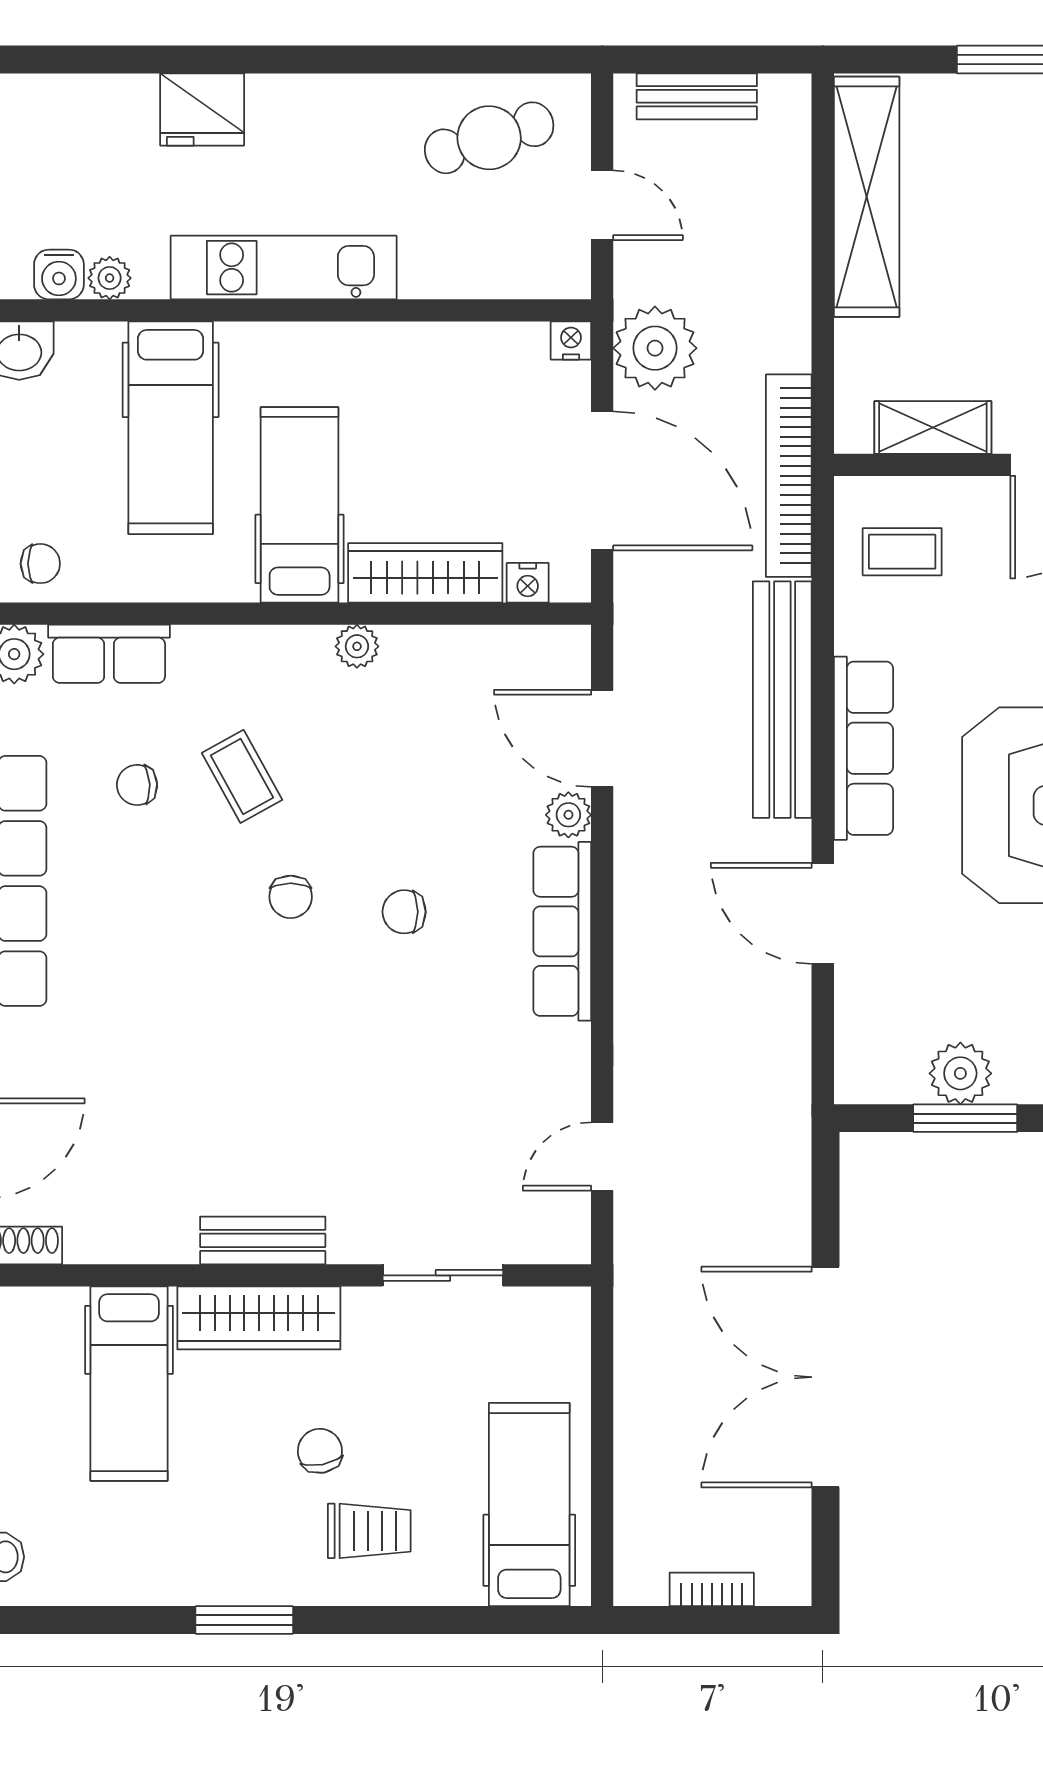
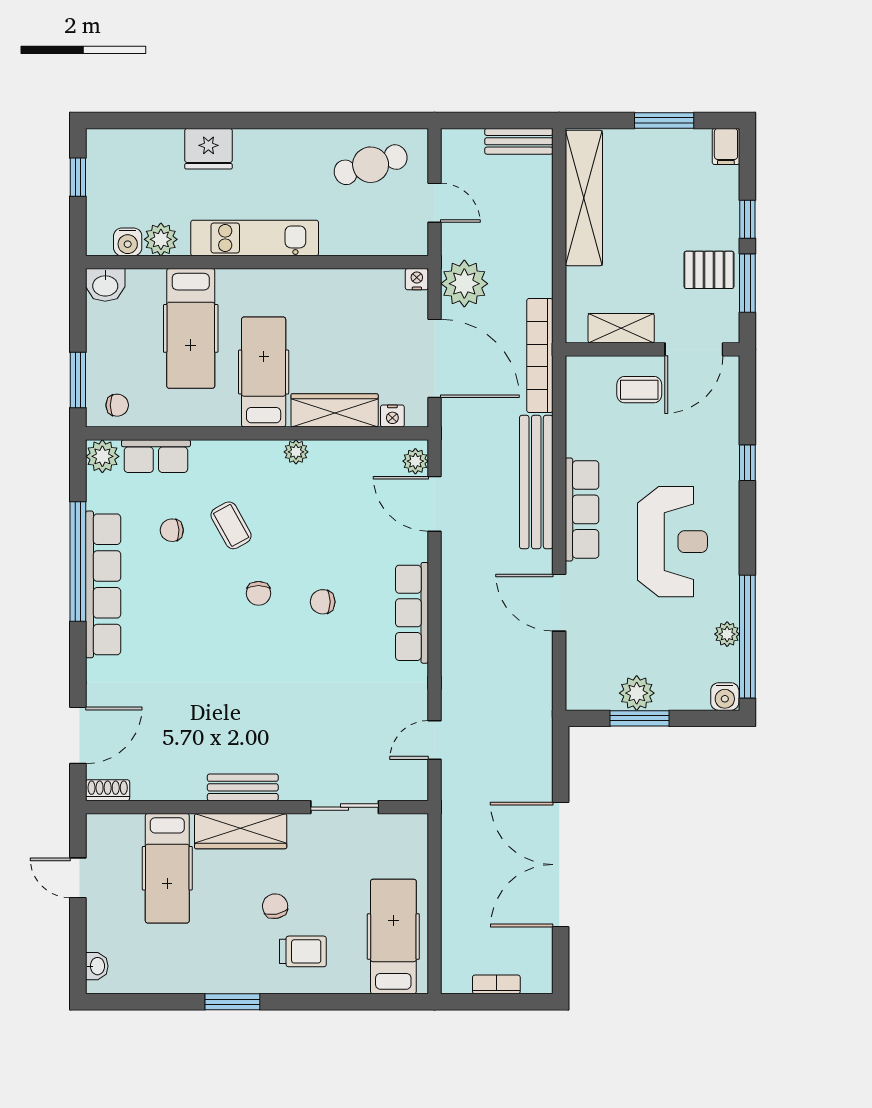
bench: (697, 96) -> (519, 141), moved
plant: (110, 278) -> (161, 239), width x1.38, depth x1.38
coffee table: (902, 552) -> (639, 390), moved
plant: (568, 815) -> (415, 461), moved

